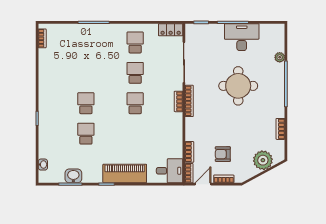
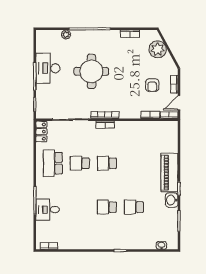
school desk: (135, 43) -> (53, 163), width x1.85
desk: (170, 171) -> (48, 210), moved, turned -90
washbasin: (73, 176) -> (172, 200), moved
door: (203, 184) -> (179, 103), hinge flipped

